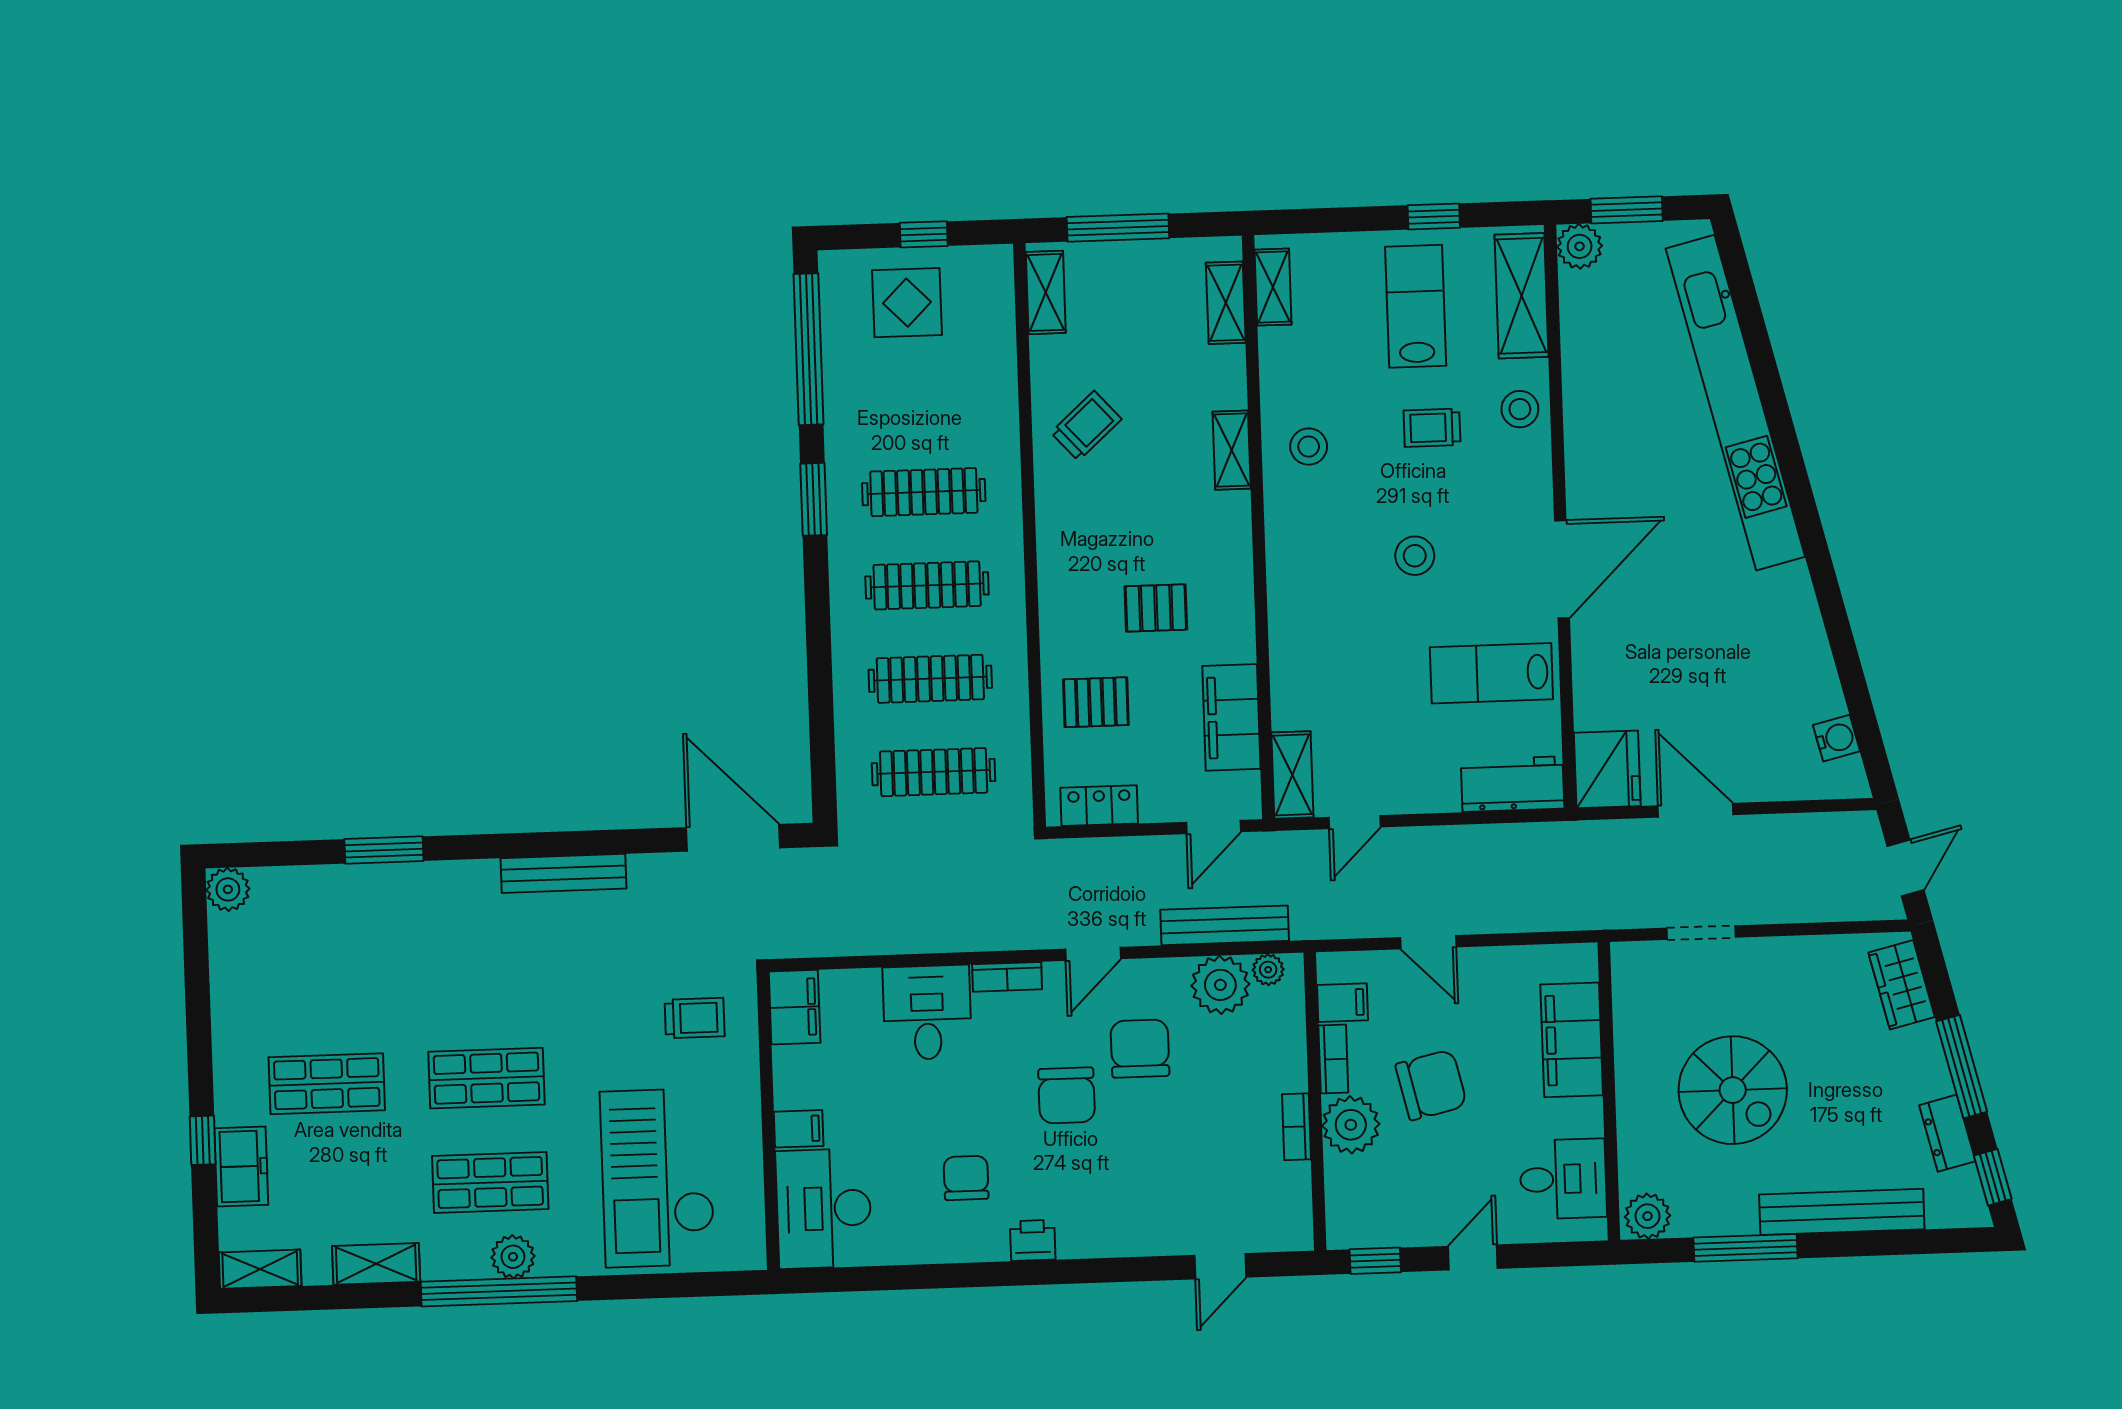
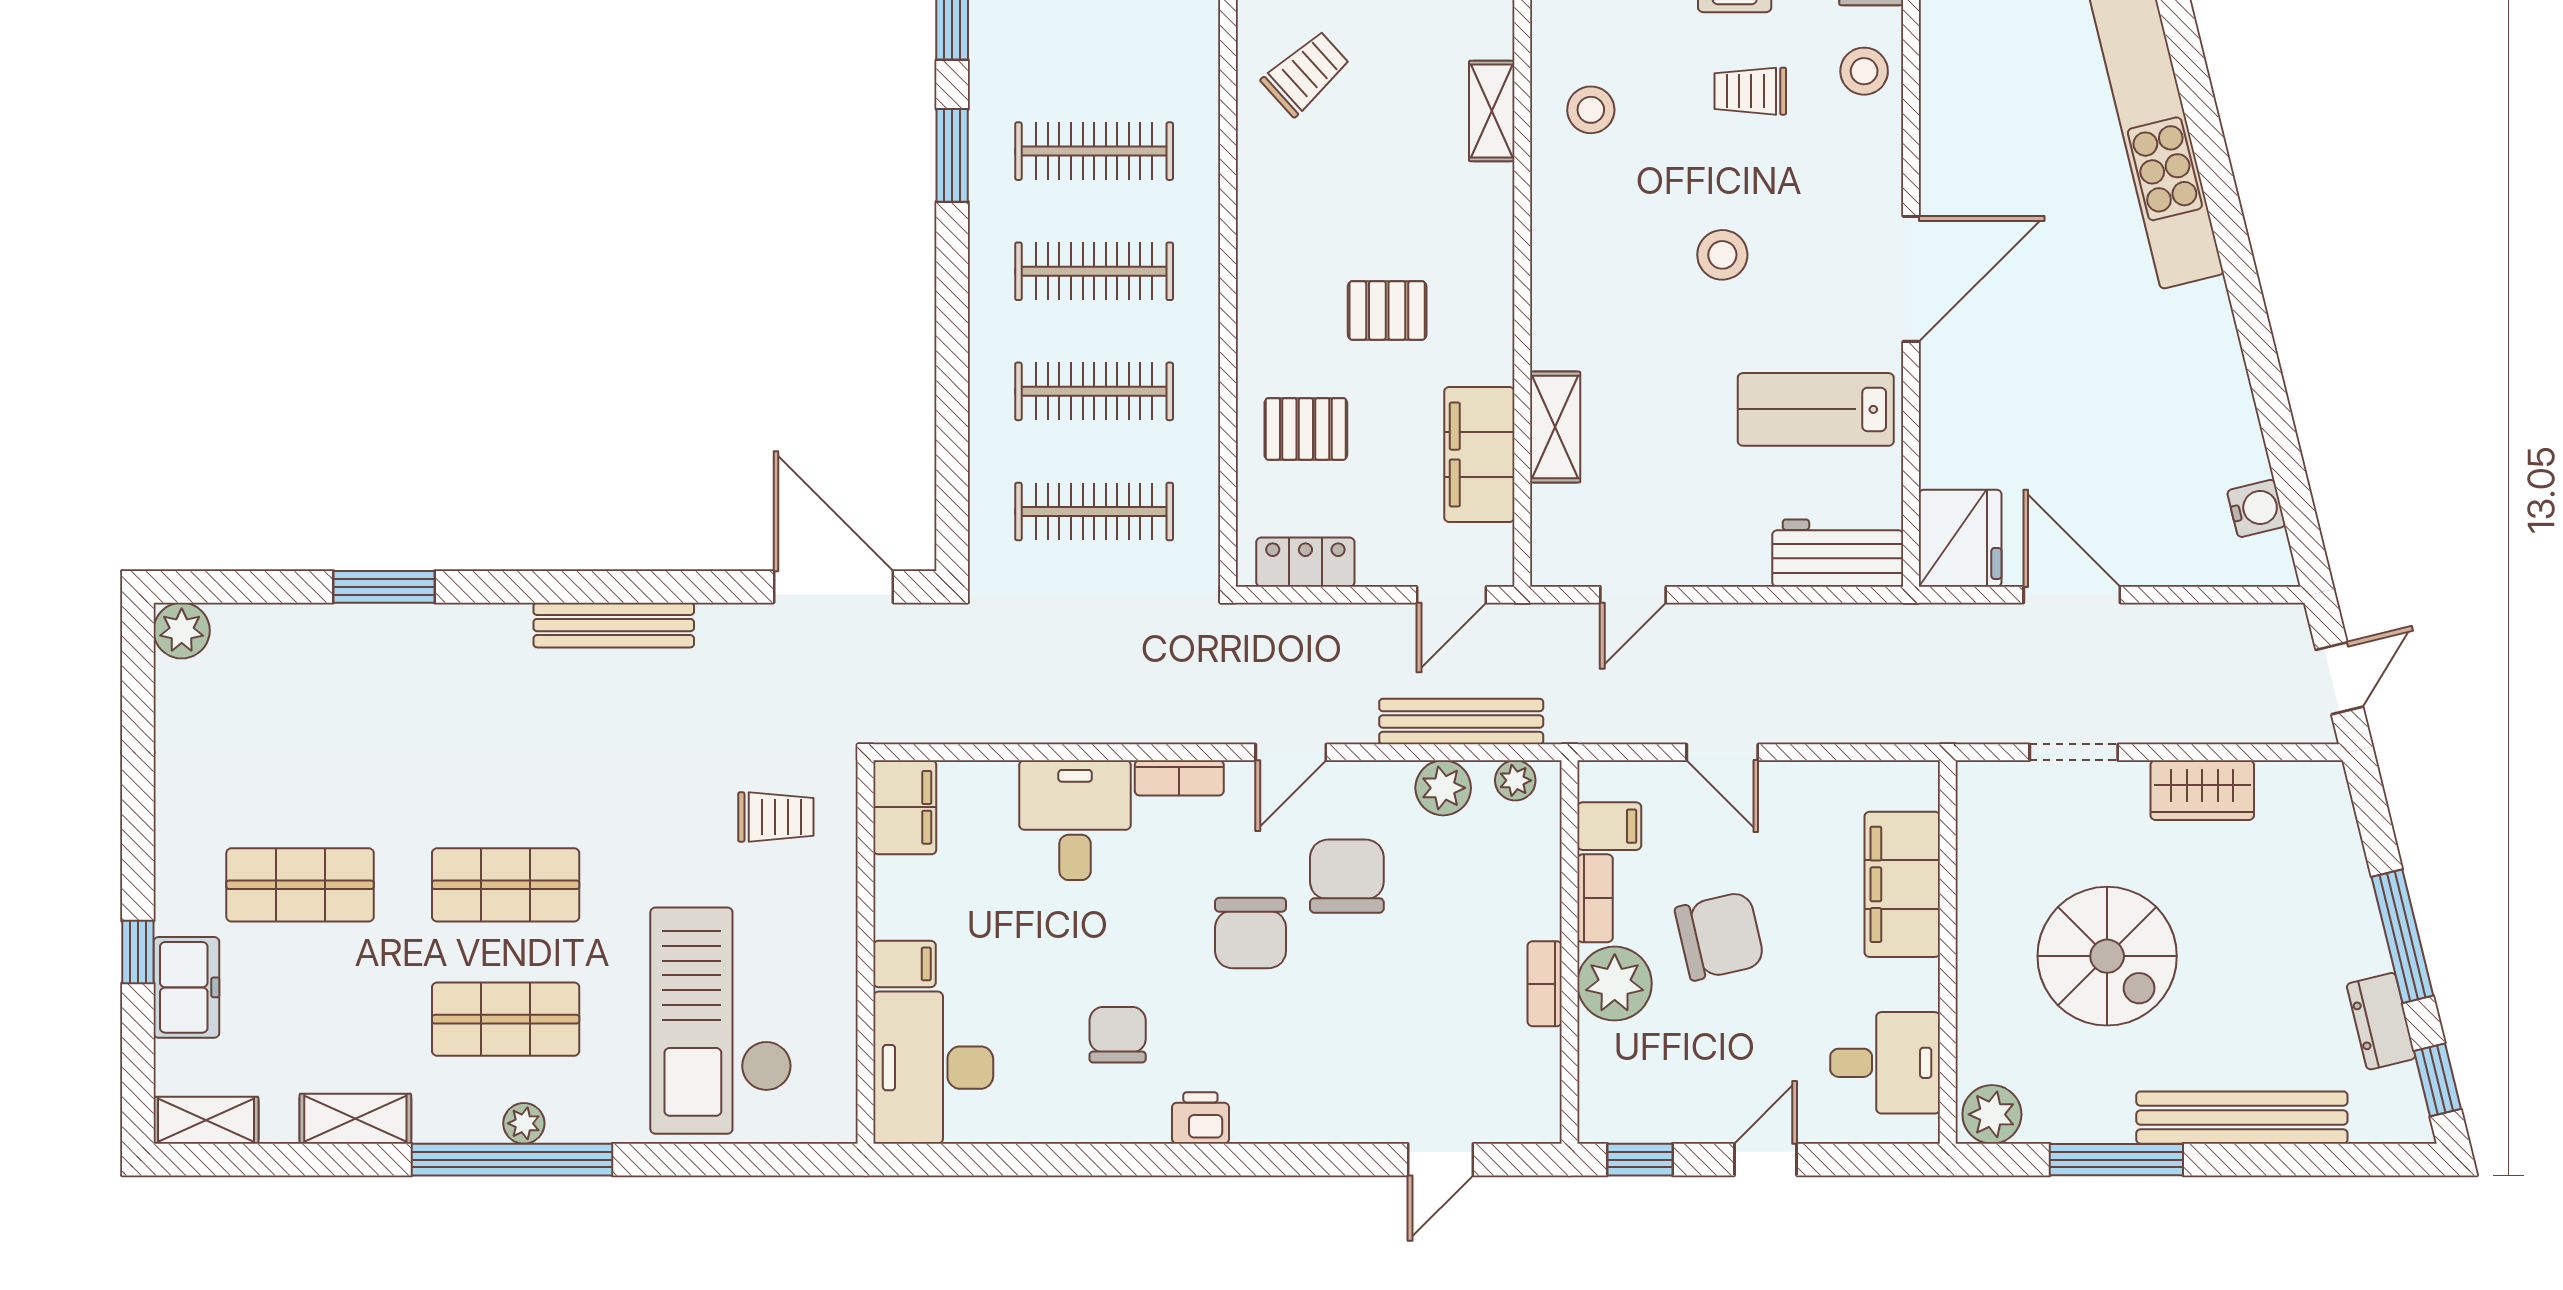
shelving: (1292, 775) -> (1555, 427), moved
plant: (1220, 985) -> (1443, 788), width x0.73, depth x0.73
wardrobe: (1902, 985) -> (2202, 790), moved, turned -76
plant: (513, 1257) -> (524, 1123), width x0.73, depth x0.73

